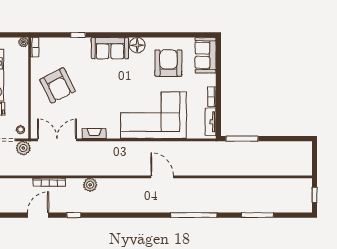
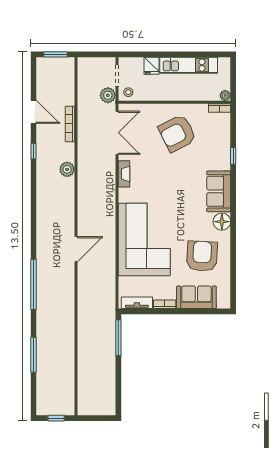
sofa: (206, 55) -> (196, 297), moved
armchair: (168, 63) -> (202, 256), turned -87

